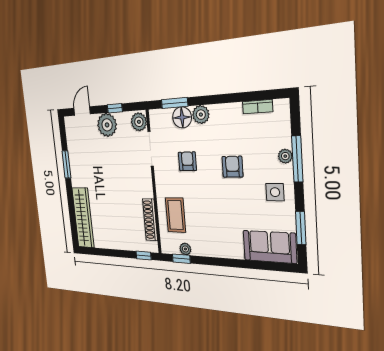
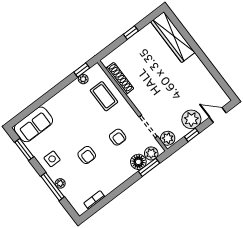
door: (82, 111) -> (218, 115), swing flipped
plant: (201, 115) -> (151, 153), moved
window: (66, 164) -> (210, 67), removed
window: (144, 255) -> (131, 33), moved

